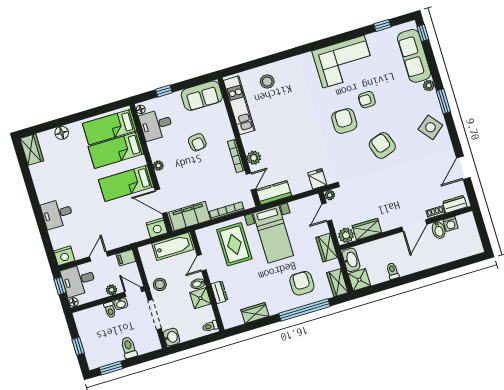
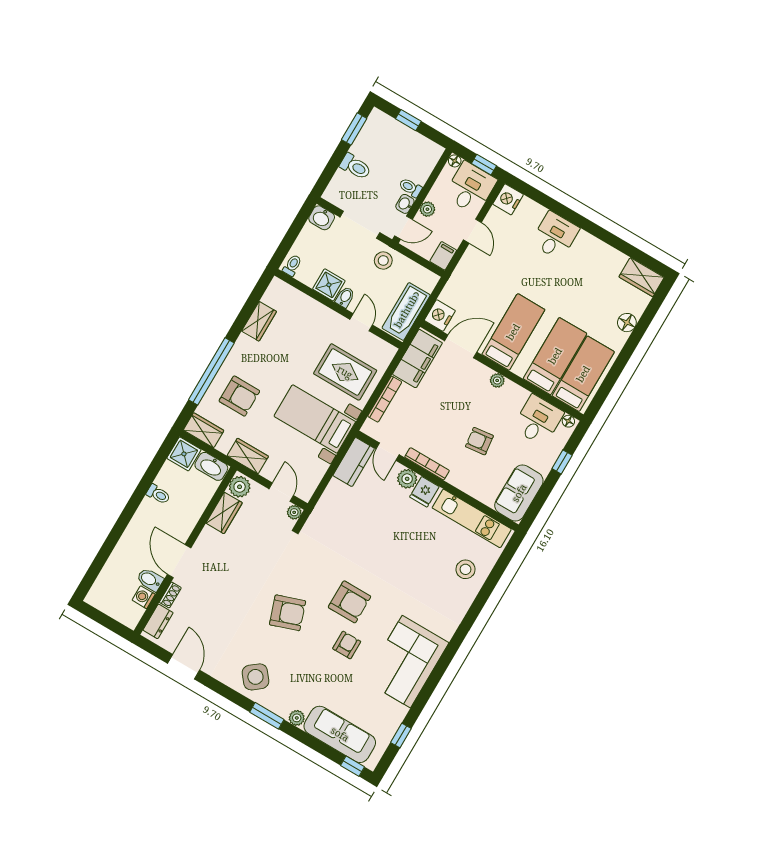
fridge: (317, 179) -> (424, 492), moved, turned 90
dresser: (219, 292) -> (315, 309), removed

